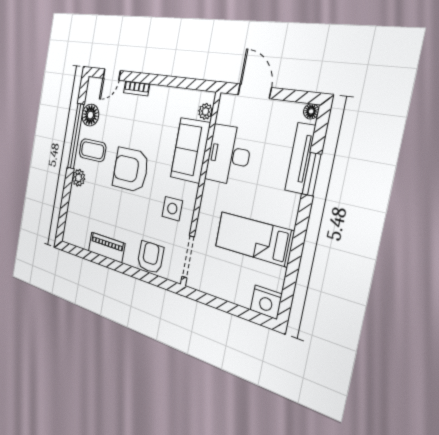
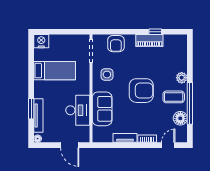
tv unit: (166, 94) -> (125, 138), added
plant: (205, 111) -> (97, 131), removed
window: (97, 259) -> (155, 32), added

